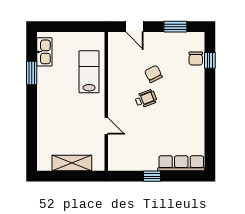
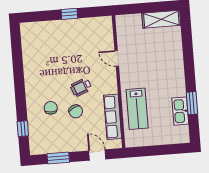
kitchen sink: (44, 52) -> (180, 111), moved
chair: (196, 59) -> (51, 108), moved
shelving: (72, 163) -> (161, 19), moved
row of seats: (181, 163) -> (113, 117), moved, turned 90

